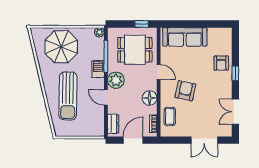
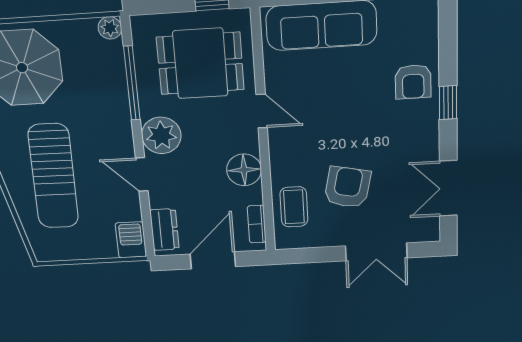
barbecue: (98, 69) -> (131, 240), moved
armchair: (185, 91) -> (347, 187), moved

